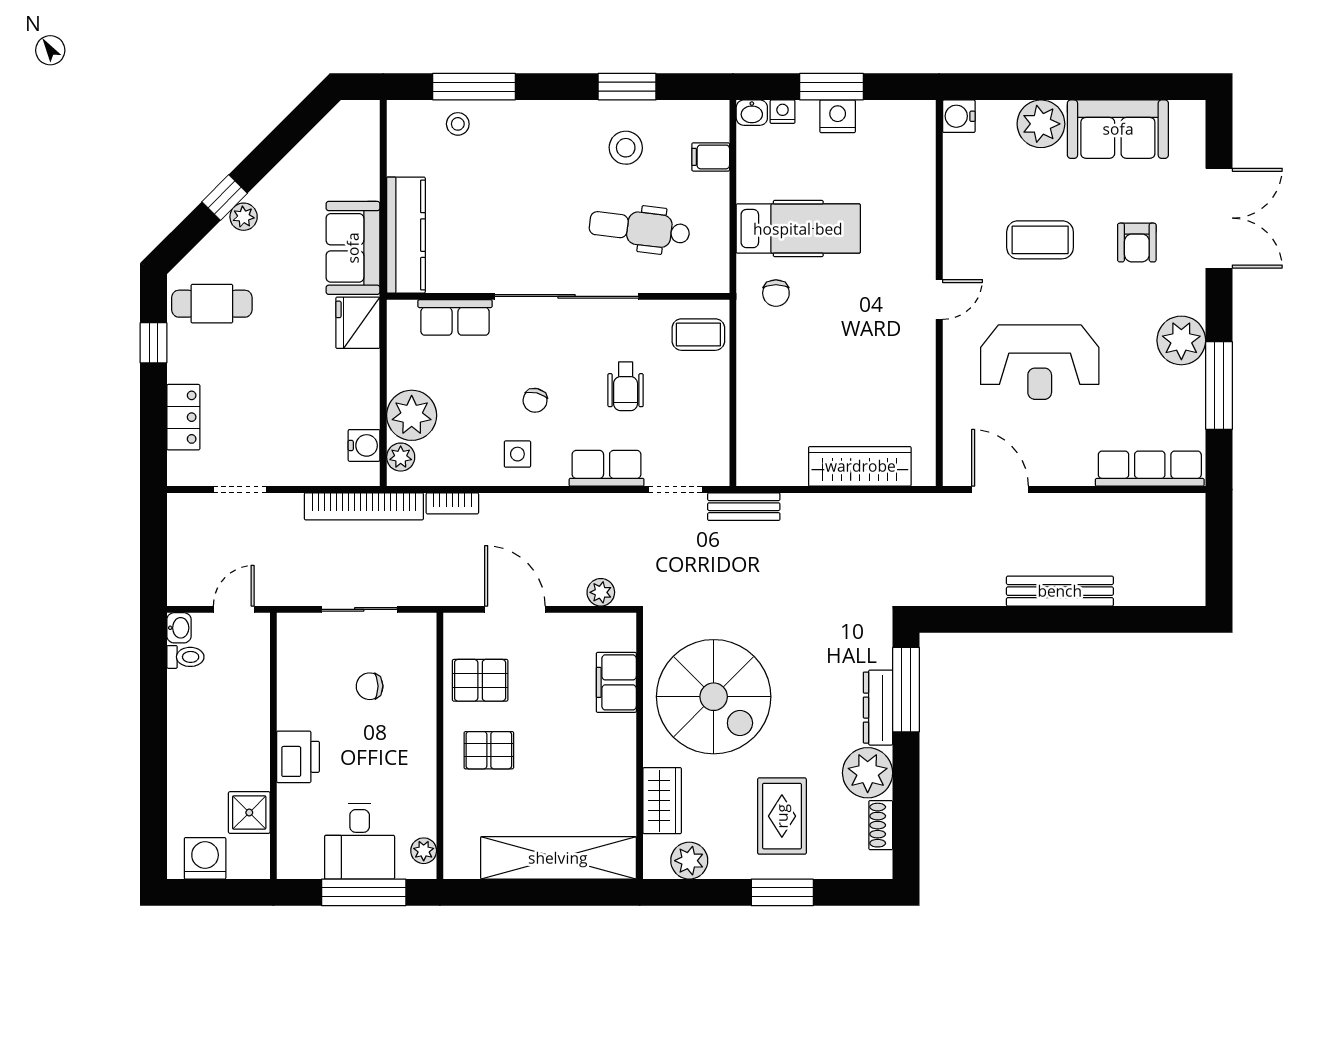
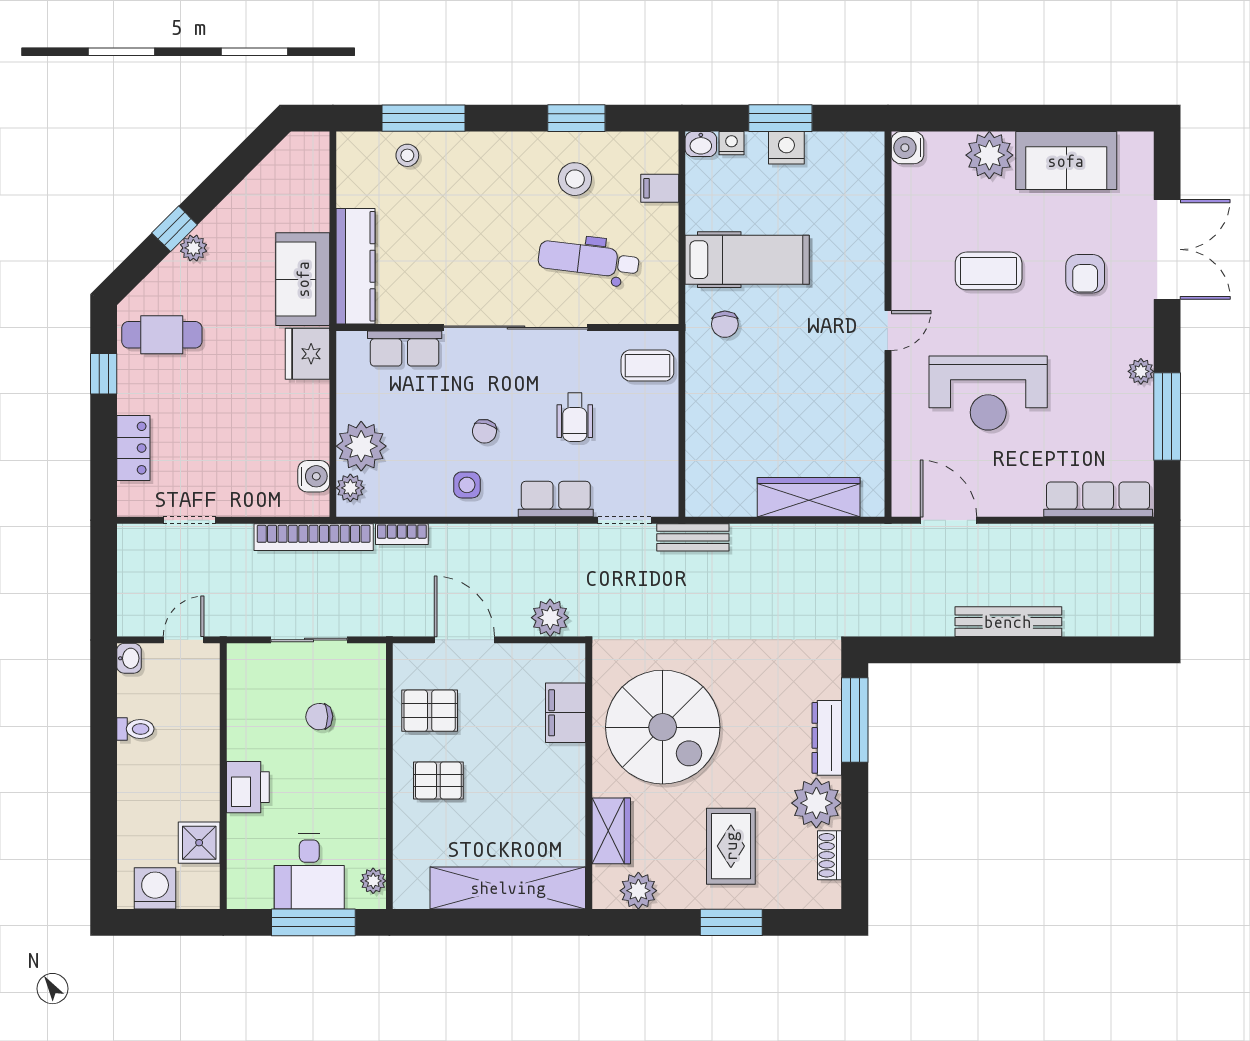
plant: (1181, 340) -> (1141, 371), width x0.53, depth x0.53
plant: (601, 592) -> (550, 618), width x1.38, depth x1.38
toilet: (185, 657) -> (135, 729), moved

